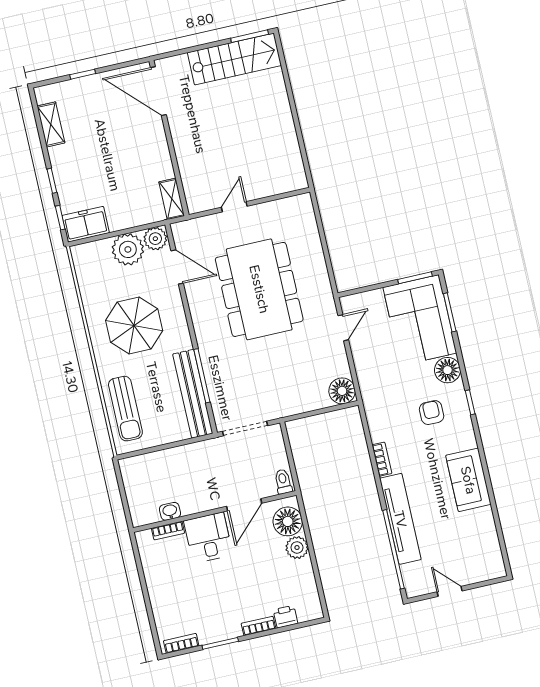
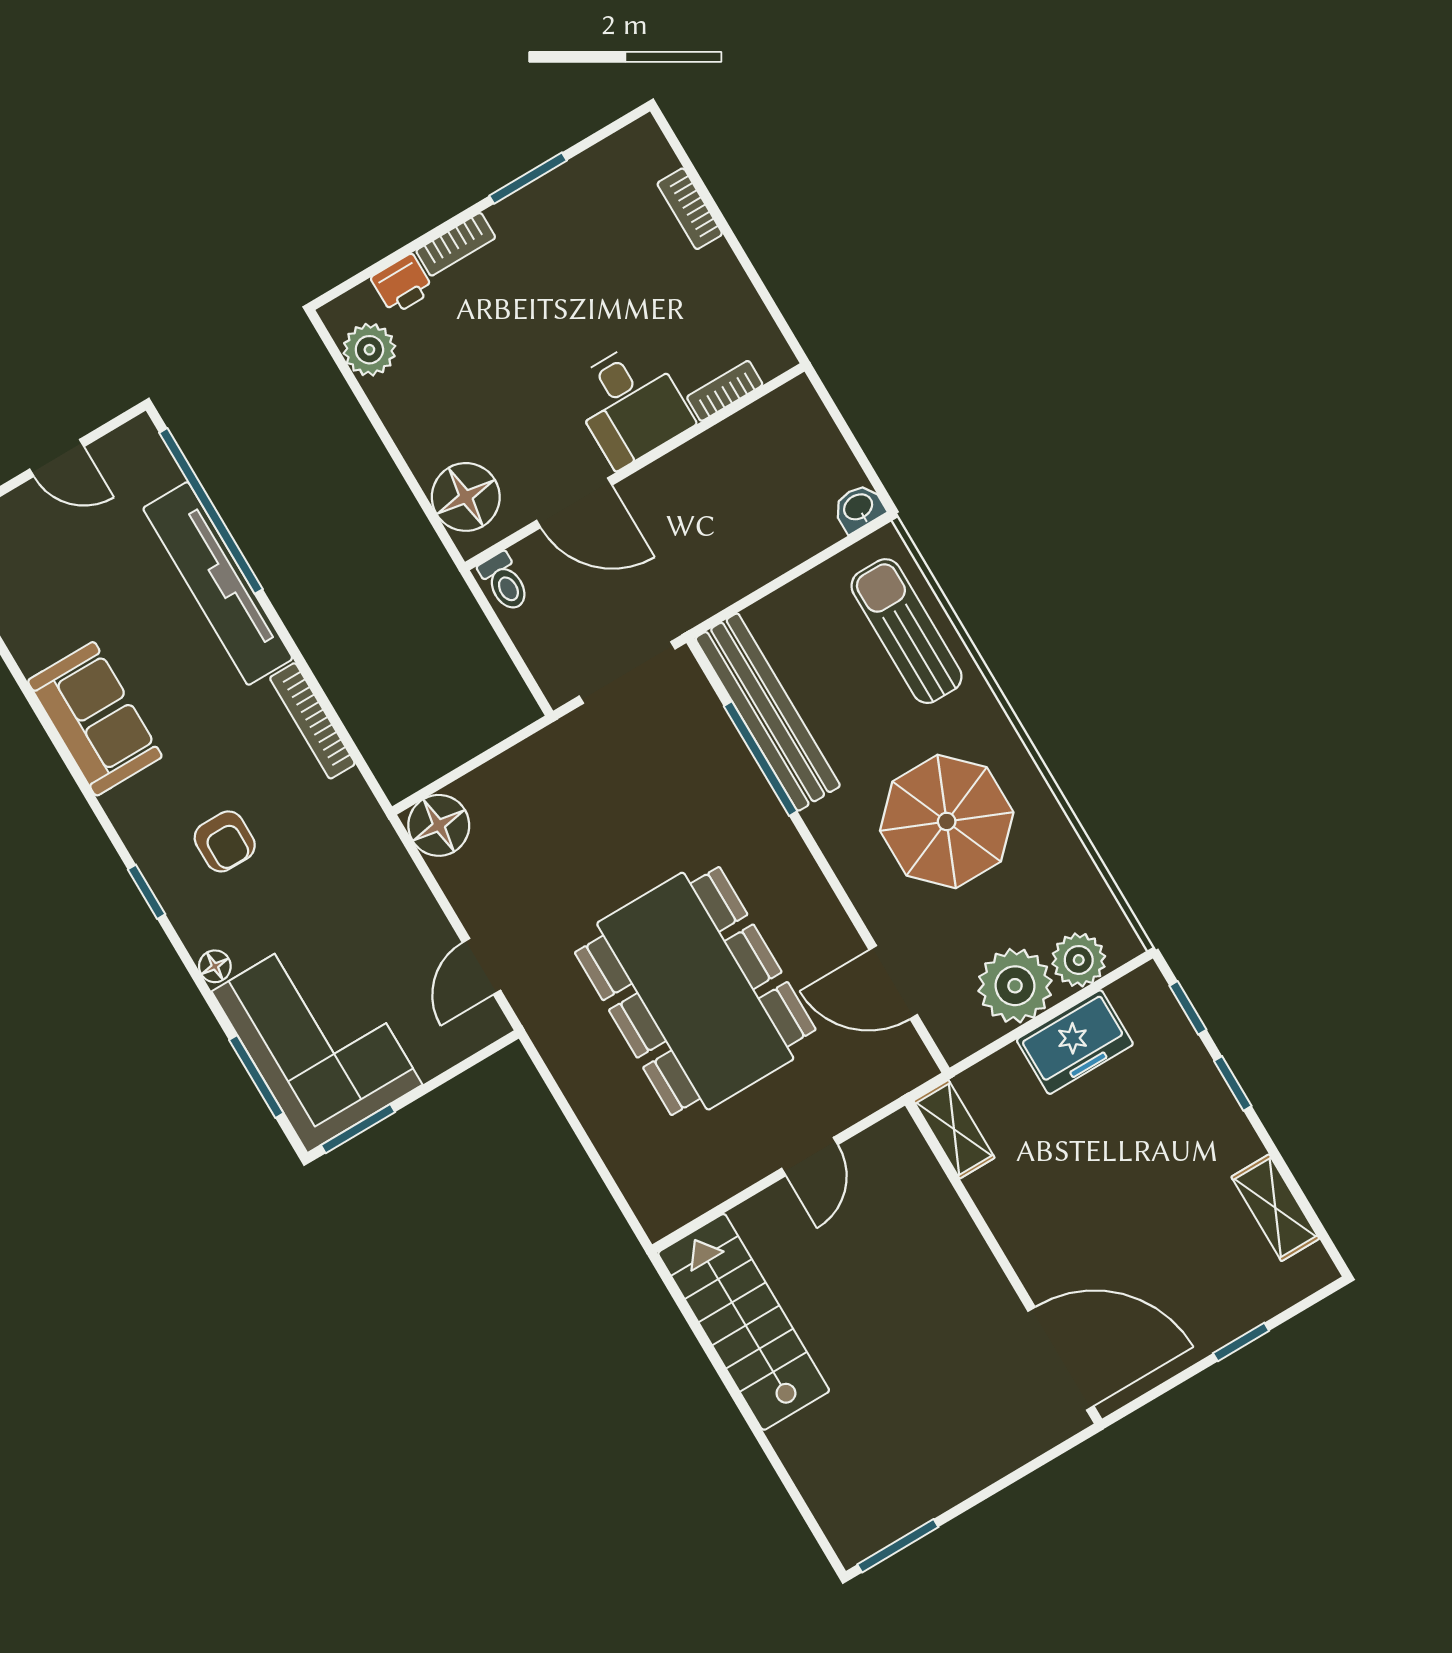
stairs: (234, 59) -> (744, 1322), moved, turned 90
freezer: (86, 224) -> (1075, 1042), moved
plant: (155, 239) -> (1079, 960), moved
floor lamp: (448, 370) -> (215, 966), width x0.53, depth x0.53
bookcase: (382, 459) -> (312, 721), width x1.56
door: (244, 505) -> (574, 503), swing flipped
washbasin: (170, 511) -> (859, 508), moved, turned 180
plant: (297, 548) -> (369, 350), moved
bookcase: (181, 643) -> (690, 209), moved, turned 90

